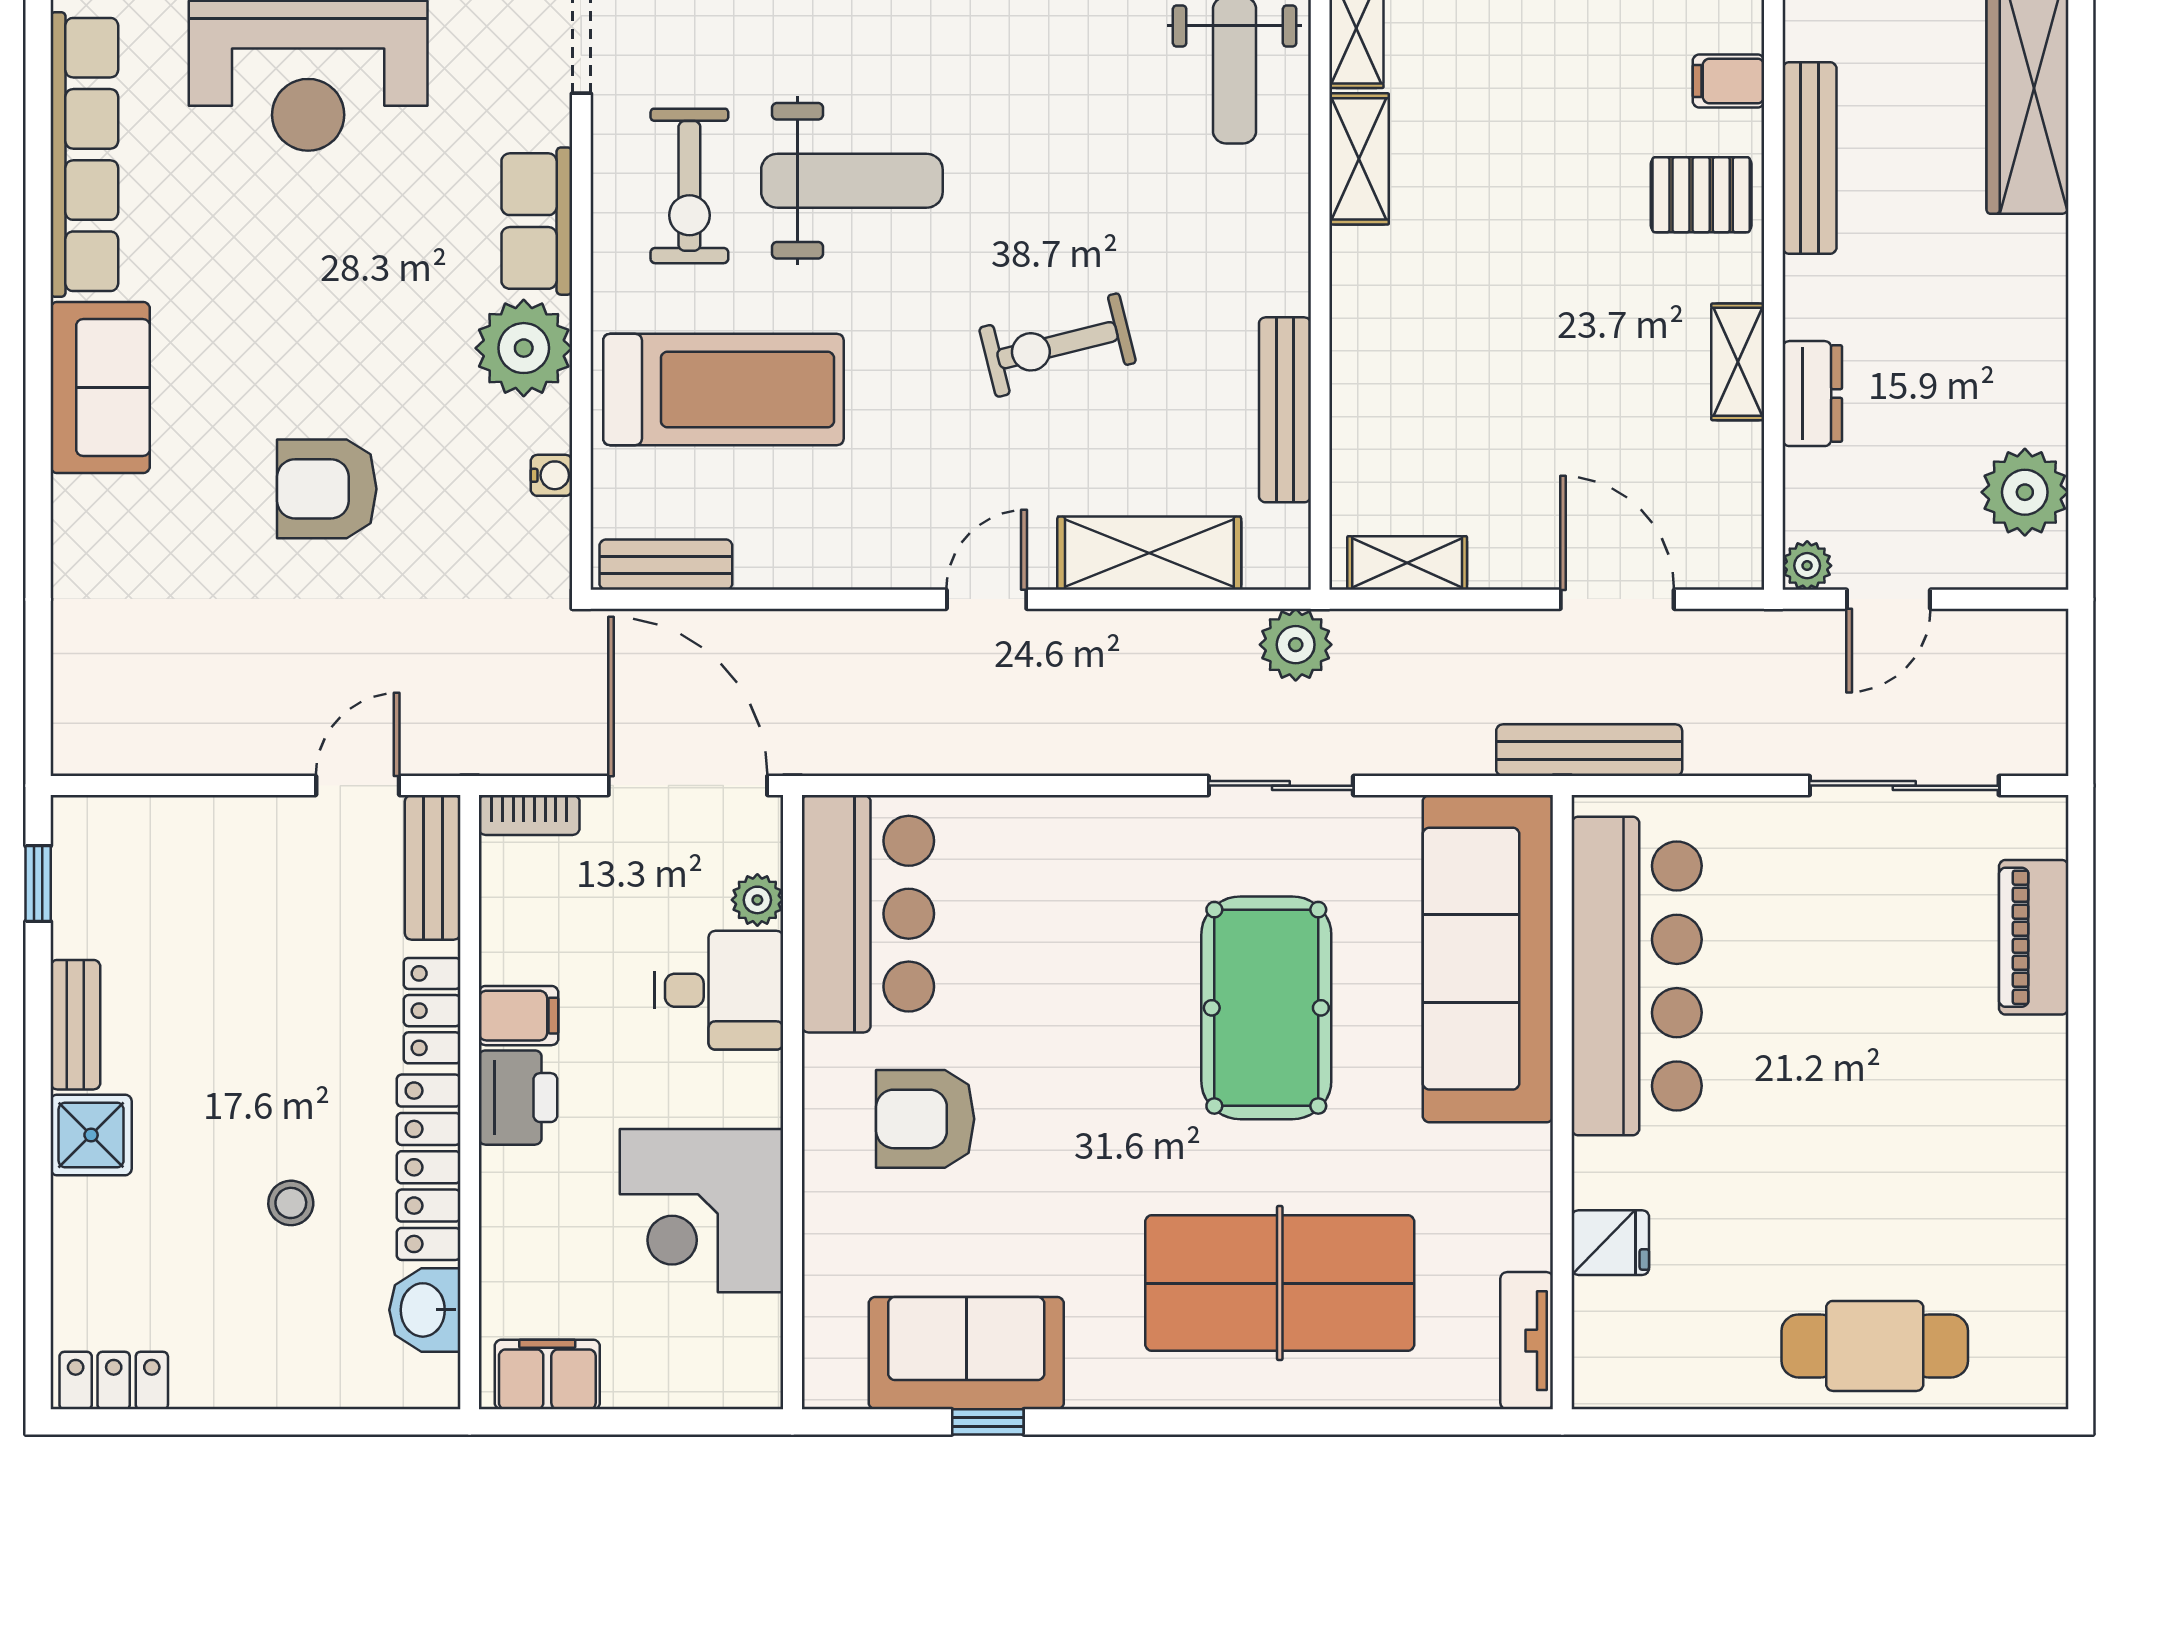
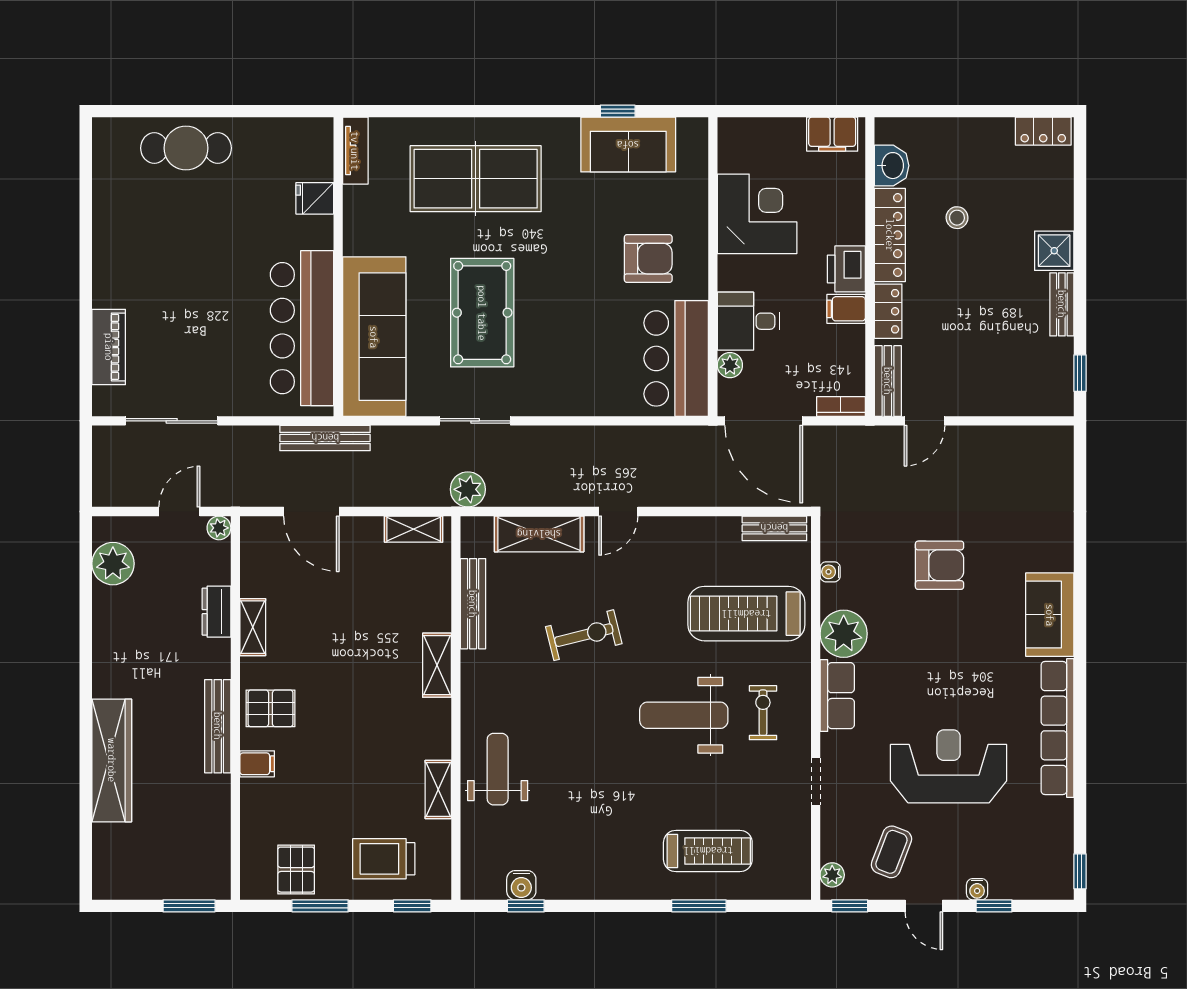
shelving: (1359, 159) -> (437, 665), moved
exercise bike: (689, 186) -> (763, 713), width x0.73, depth x0.72

